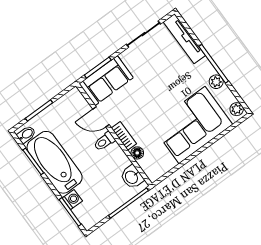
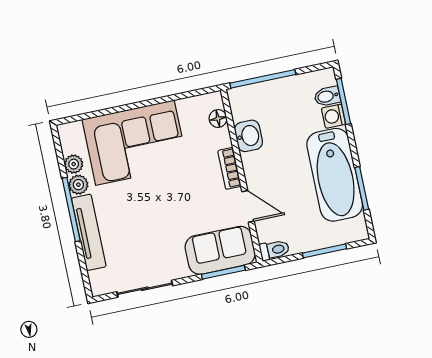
tv unit: (184, 39) -> (89, 232), moved
plant: (237, 109) -> (74, 164), moved
bidet: (26, 134) -> (327, 96), moved
toilet: (104, 141) -> (274, 250), moved
floor lamp: (137, 153) -> (218, 119), moved
washbasin: (132, 177) -> (249, 136), moved

